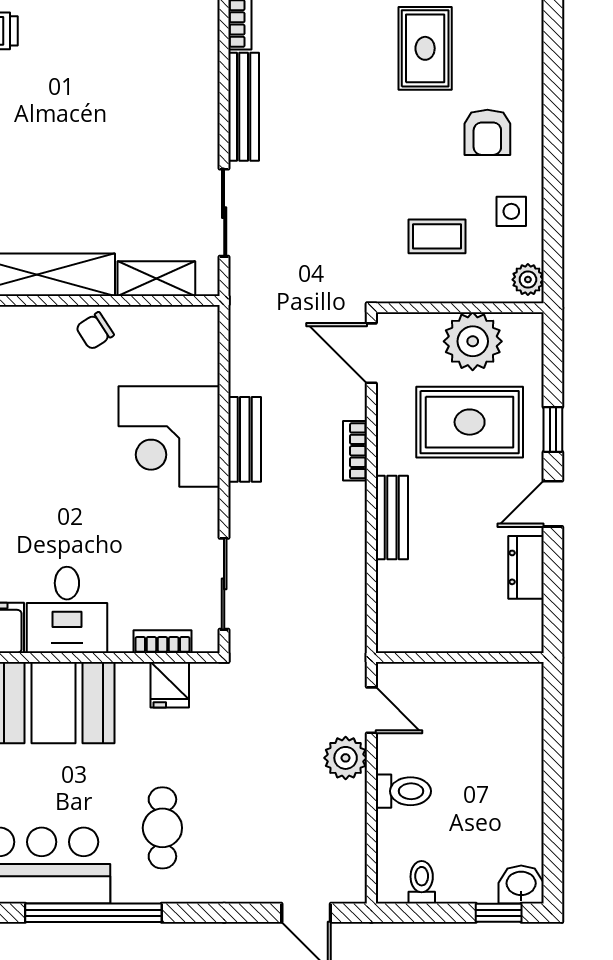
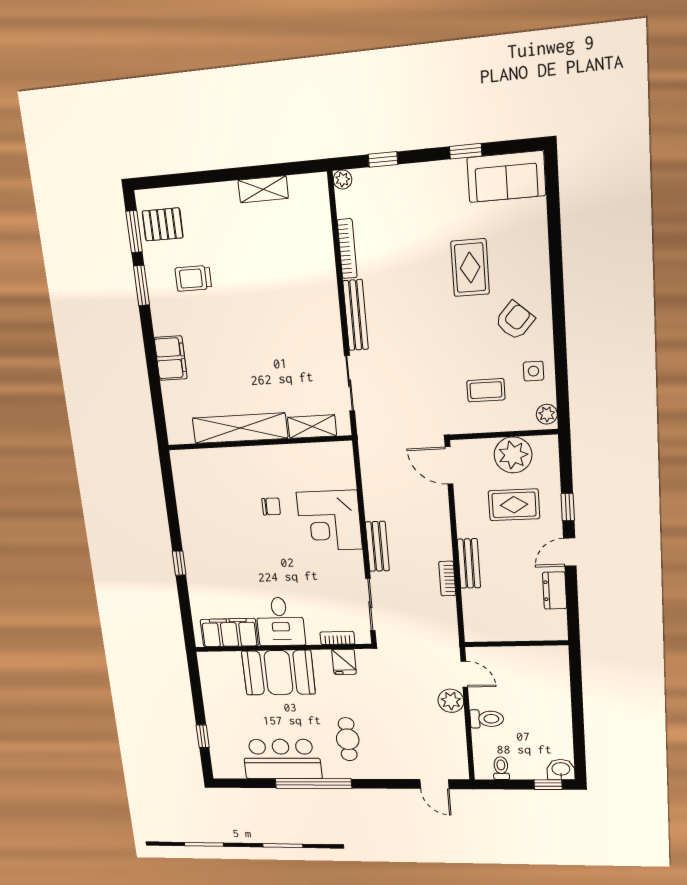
armchair: (487, 132) -> (515, 320), turned -138
chair: (95, 331) -> (271, 506), moved, turned -147
rug: (470, 422) -> (514, 505), width x0.73, depth x0.70
bench: (245, 439) -> (377, 546), moved
bookcase: (355, 451) -> (447, 579), moved

